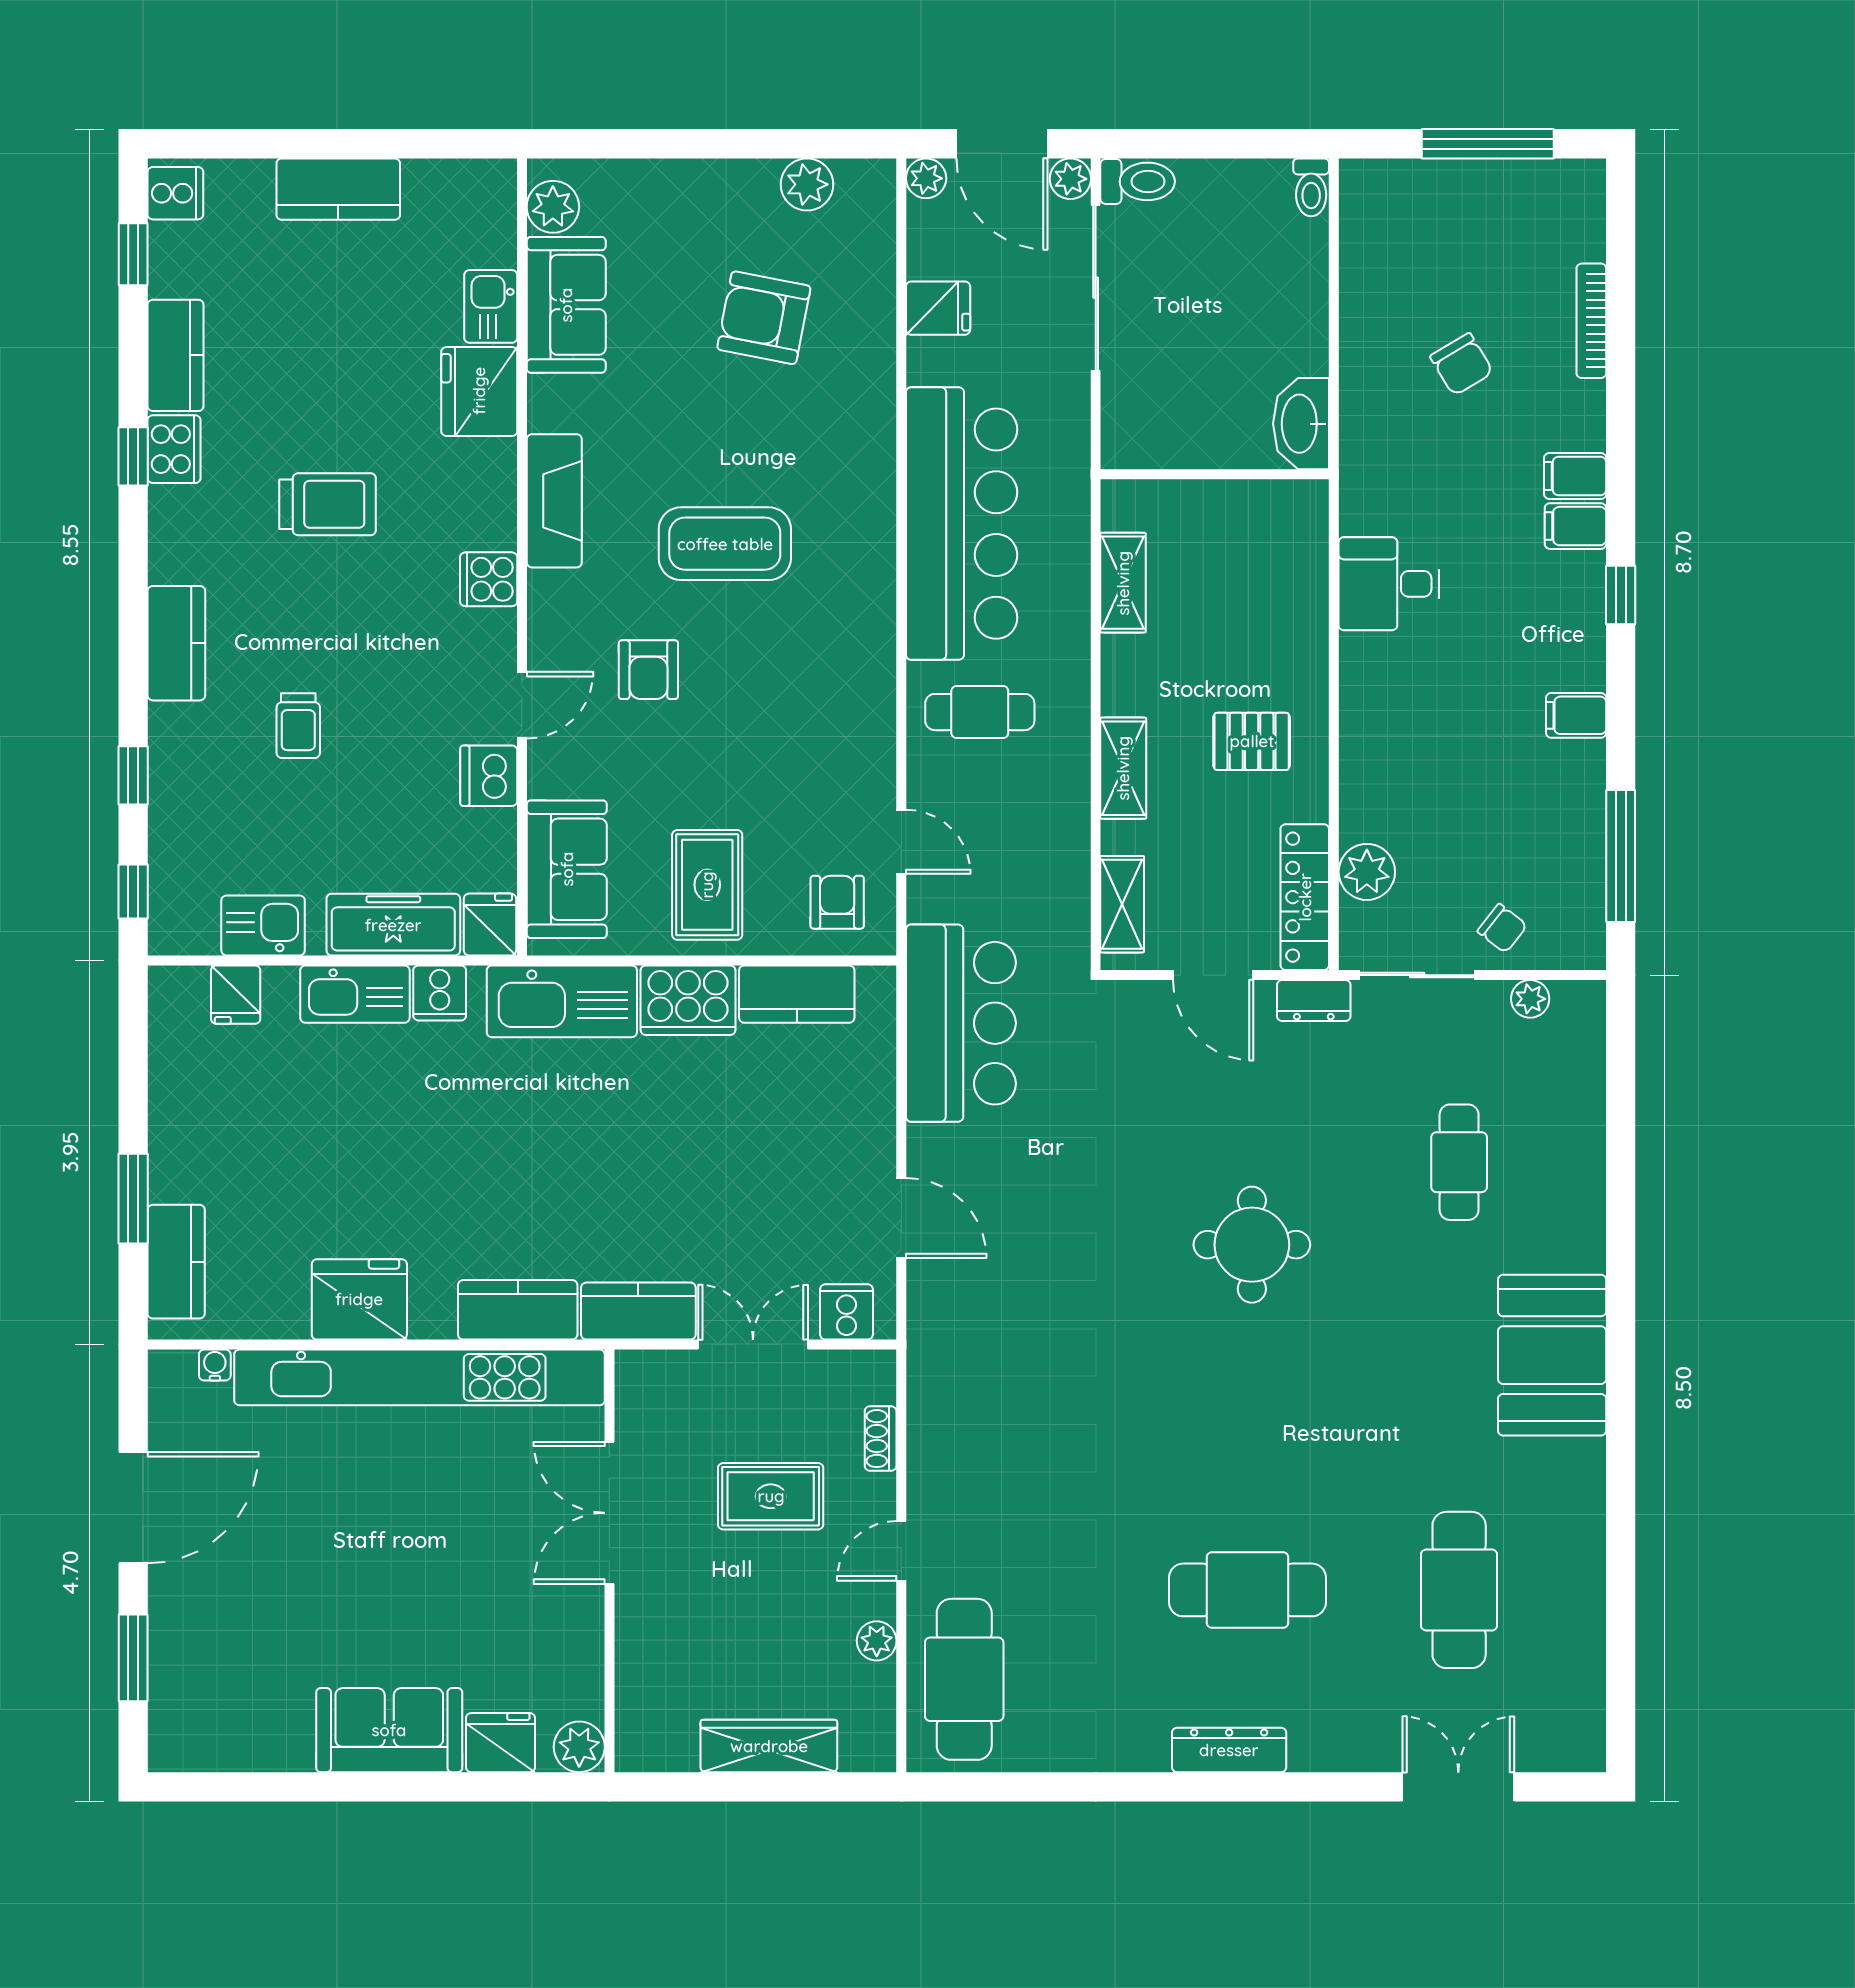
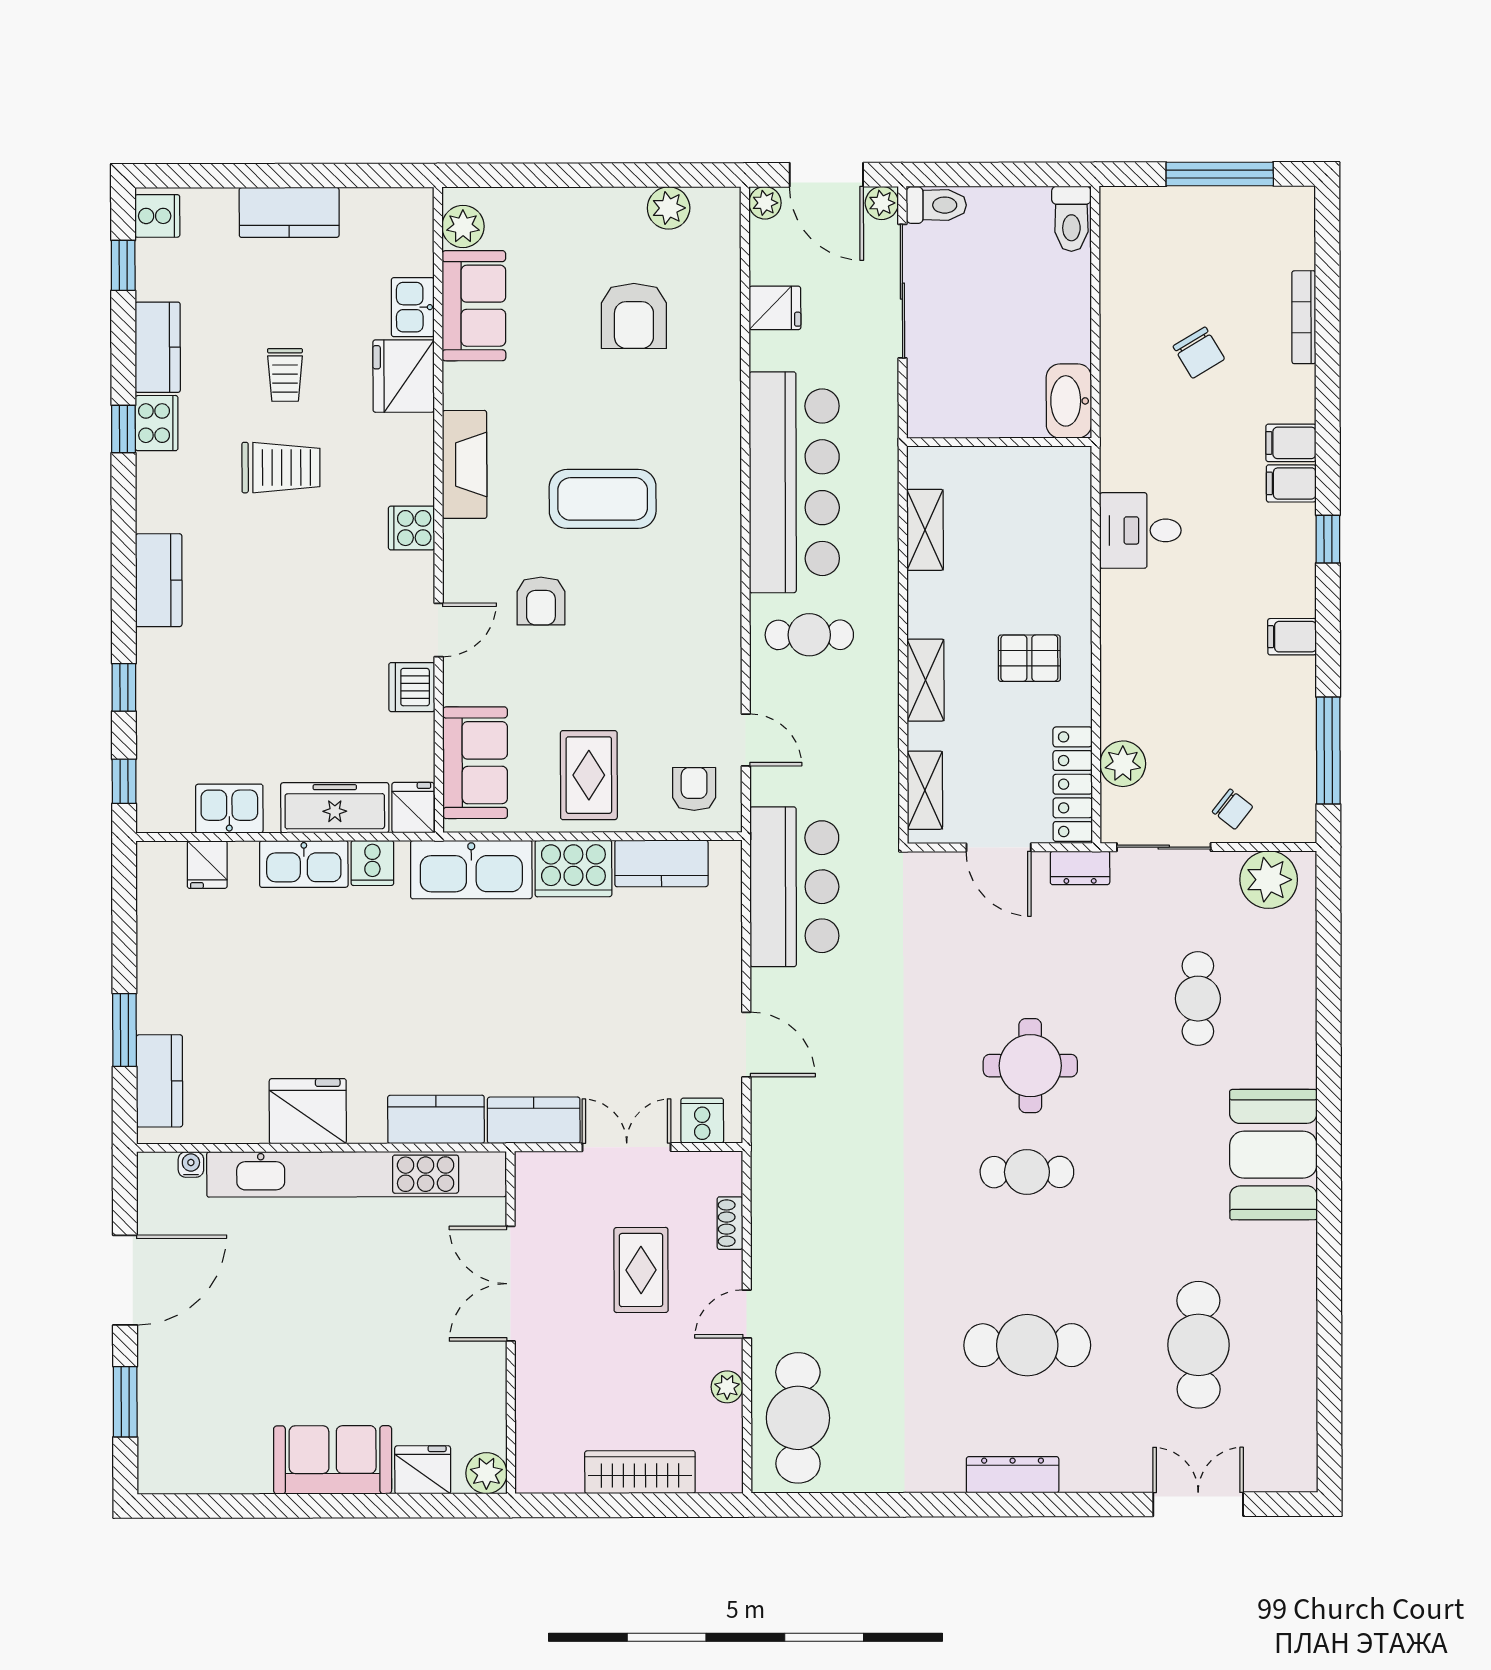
toilet: (1311, 187) -> (1071, 219), width x1.37, depth x1.39
armchair: (764, 318) -> (634, 316), turned -101
trolley: (298, 726) -> (285, 375), moved
plant: (1530, 999) -> (1269, 880), width x1.88, depth x1.88
cafe table: (1247, 1376) -> (1027, 1172), added
rug: (771, 1496) -> (641, 1270), turned 90

